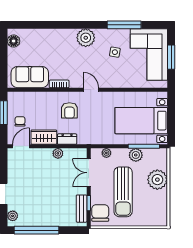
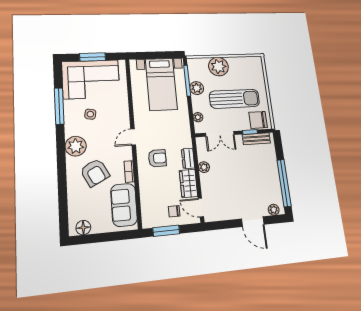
armchair: (61, 53) -> (95, 173), added

